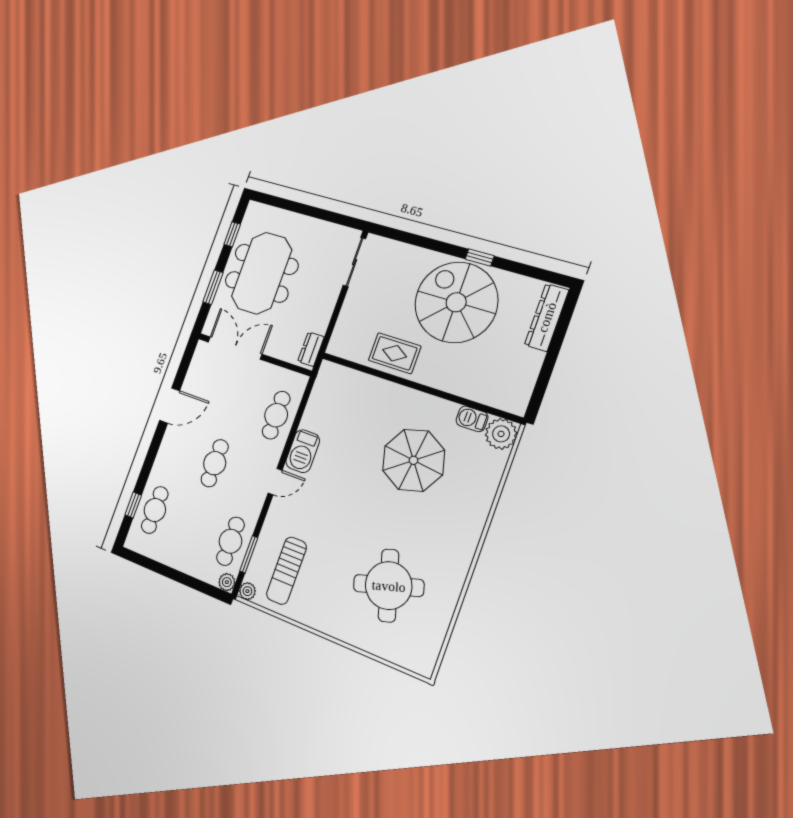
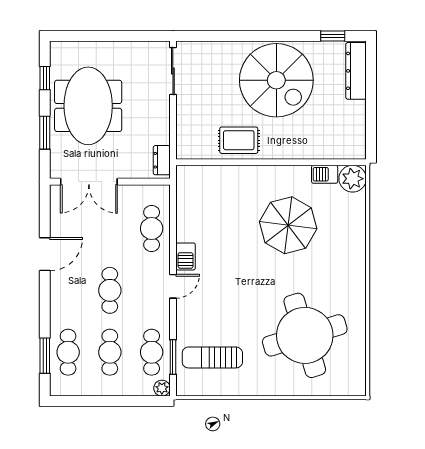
window: (480, 258) -> (333, 36), moved
spiral stairs: (456, 302) -> (276, 80), turned 180
double door: (235, 348) -> (89, 182), swing flipped
barbecue: (303, 451) -> (186, 256), width x0.73, depth x0.79
window: (133, 505) -> (45, 356), width x1.50
cafe table: (192, 525) -> (110, 352), added
sun lounger: (286, 571) -> (212, 357), turned 90
round table: (389, 586) -> (305, 335), width x1.36, depth x1.36
plant: (247, 591) -> (184, 388), removed

